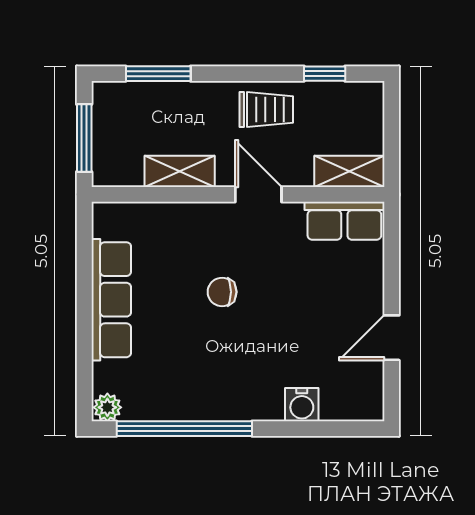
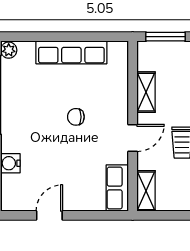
chair: (222, 292) -> (76, 117), turned -90
door: (392, 338) -> (49, 215), hinge flipped

